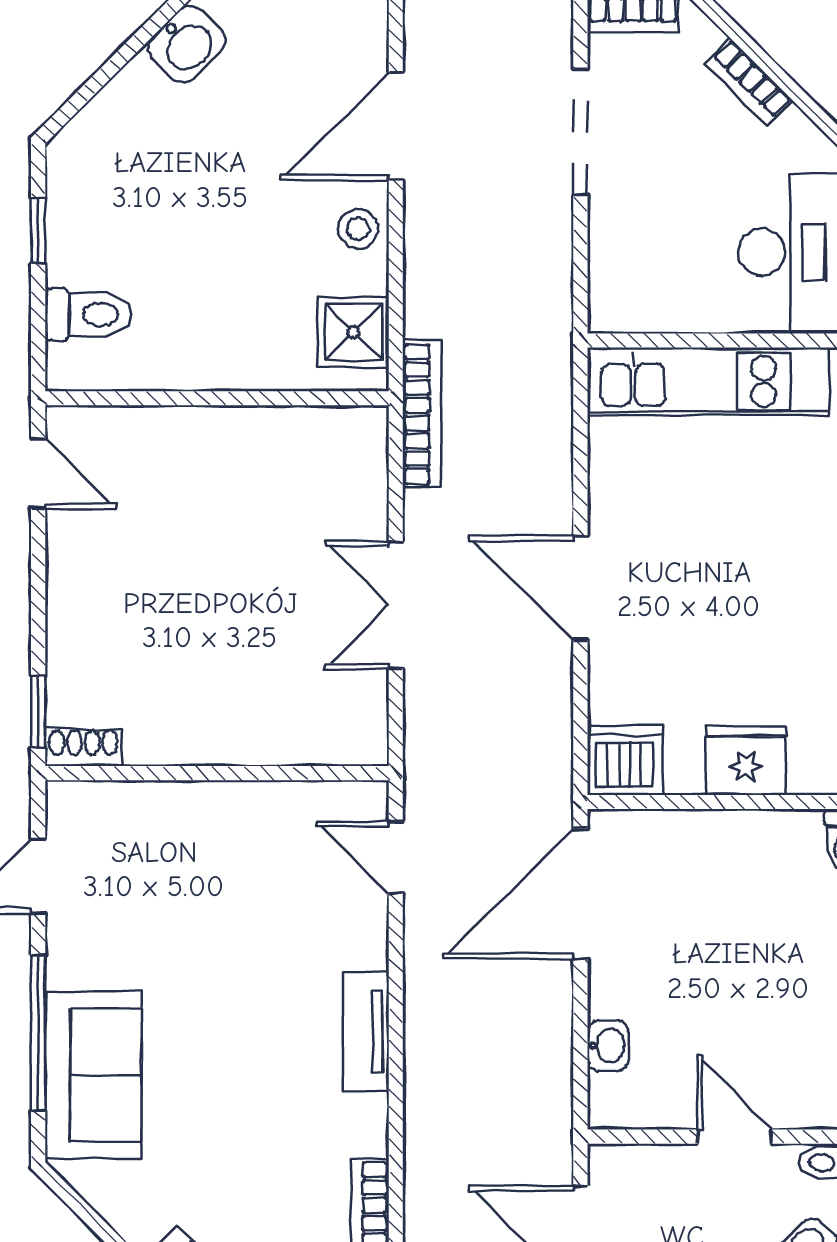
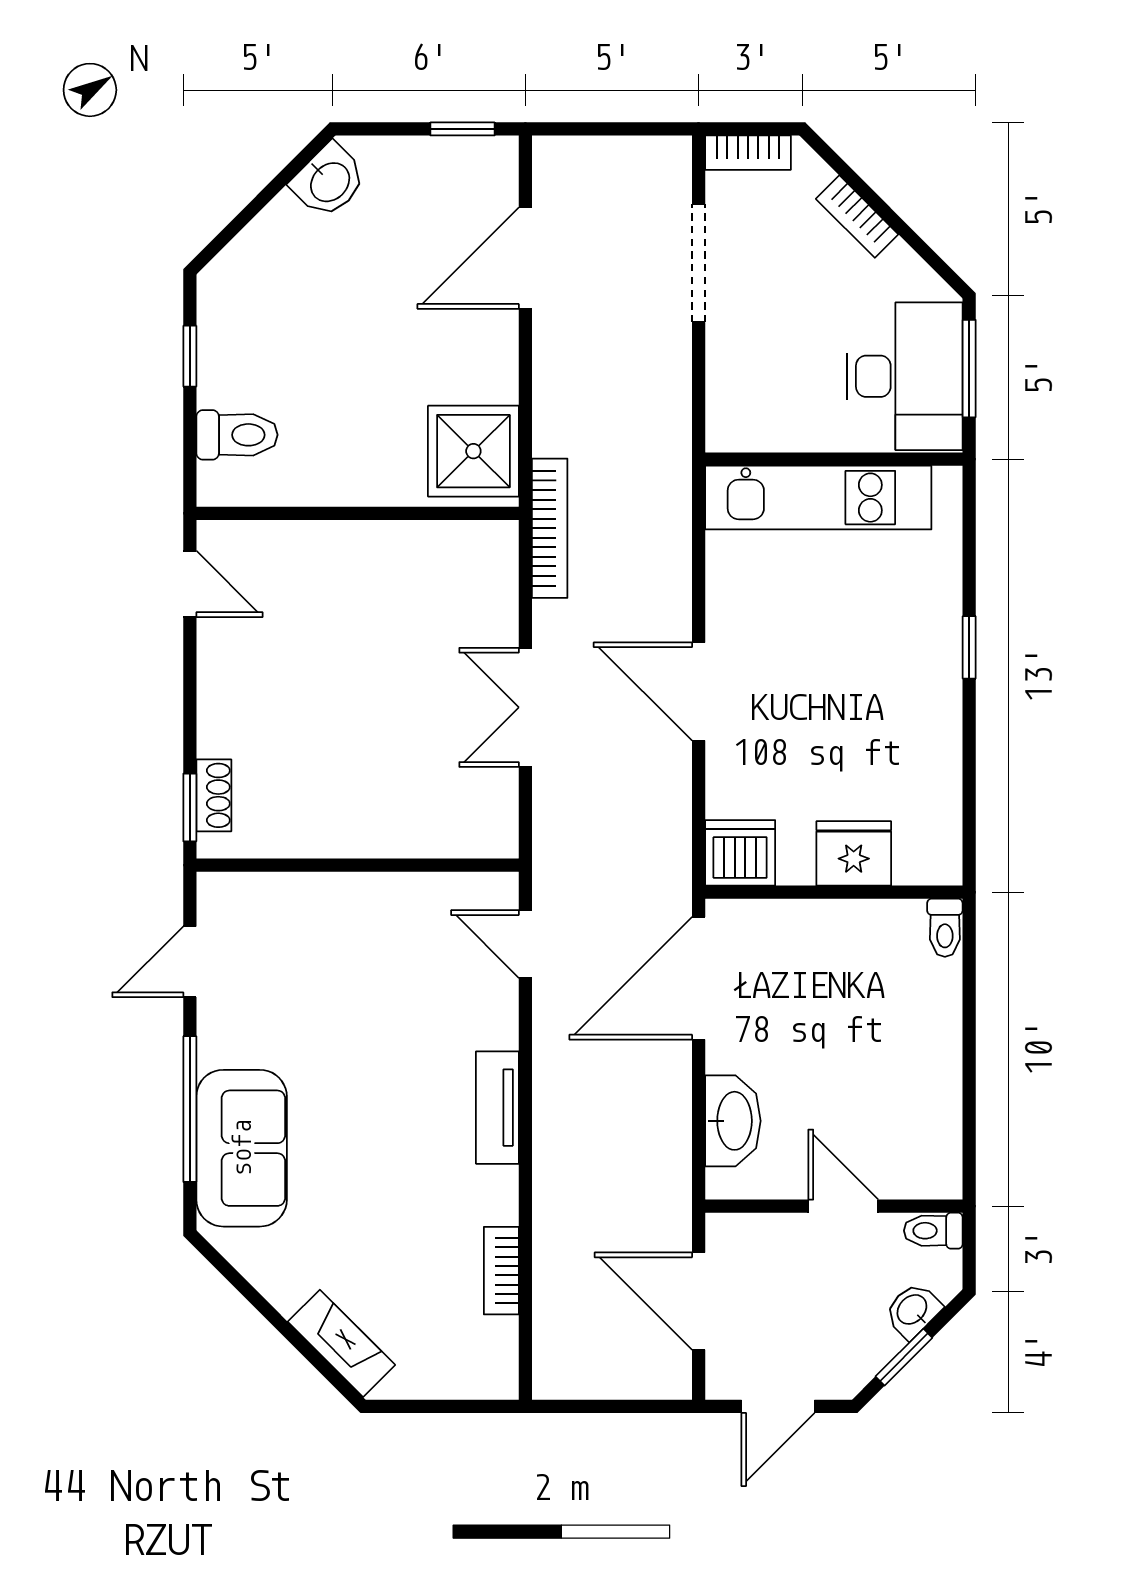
stool: (358, 229) -> (490, 354), removed
shower: (353, 332) -> (473, 451), width x1.36, depth x1.36
shoe rack: (83, 748) -> (214, 795), moved, turned 90
washbasin: (608, 1046) -> (733, 1121), width x1.91, depth x1.45

